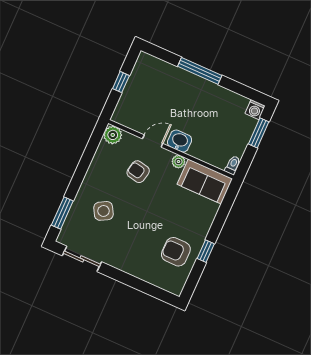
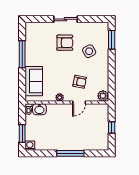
washbasin: (180, 141) -> (39, 109), moved
sofa: (205, 182) -> (34, 81), moved, turned 90
window: (206, 251) -> (22, 54), width x2.17
armchair: (176, 252) -> (65, 43), moved
sliding door: (82, 259) -> (66, 19), moved

